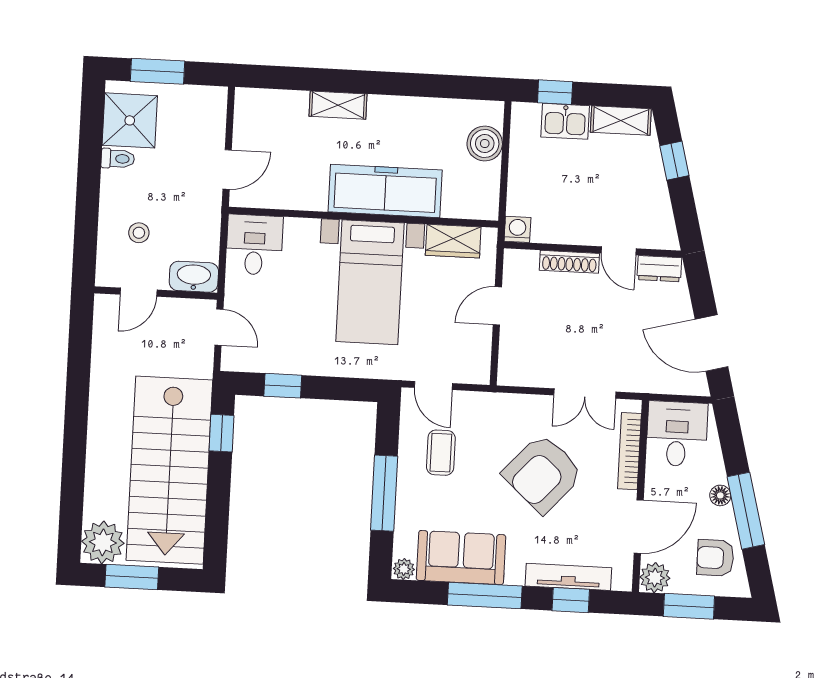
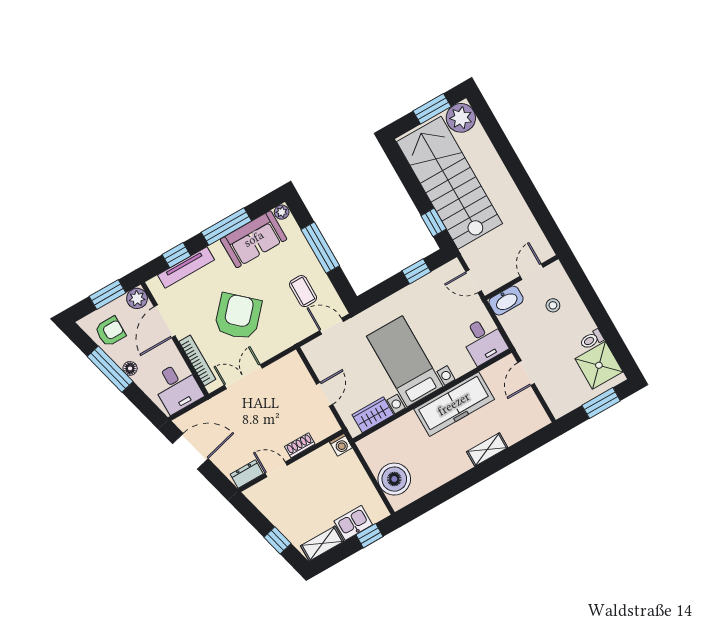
boiler: (485, 144) -> (394, 479), width x1.37, depth x1.37
freezer: (385, 191) -> (454, 404), moved
shoe rack: (569, 262) -> (300, 445), width x0.70

